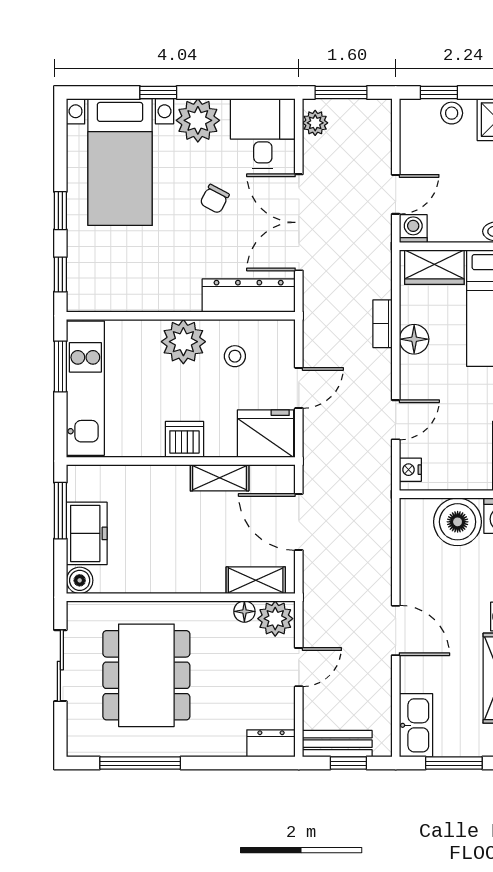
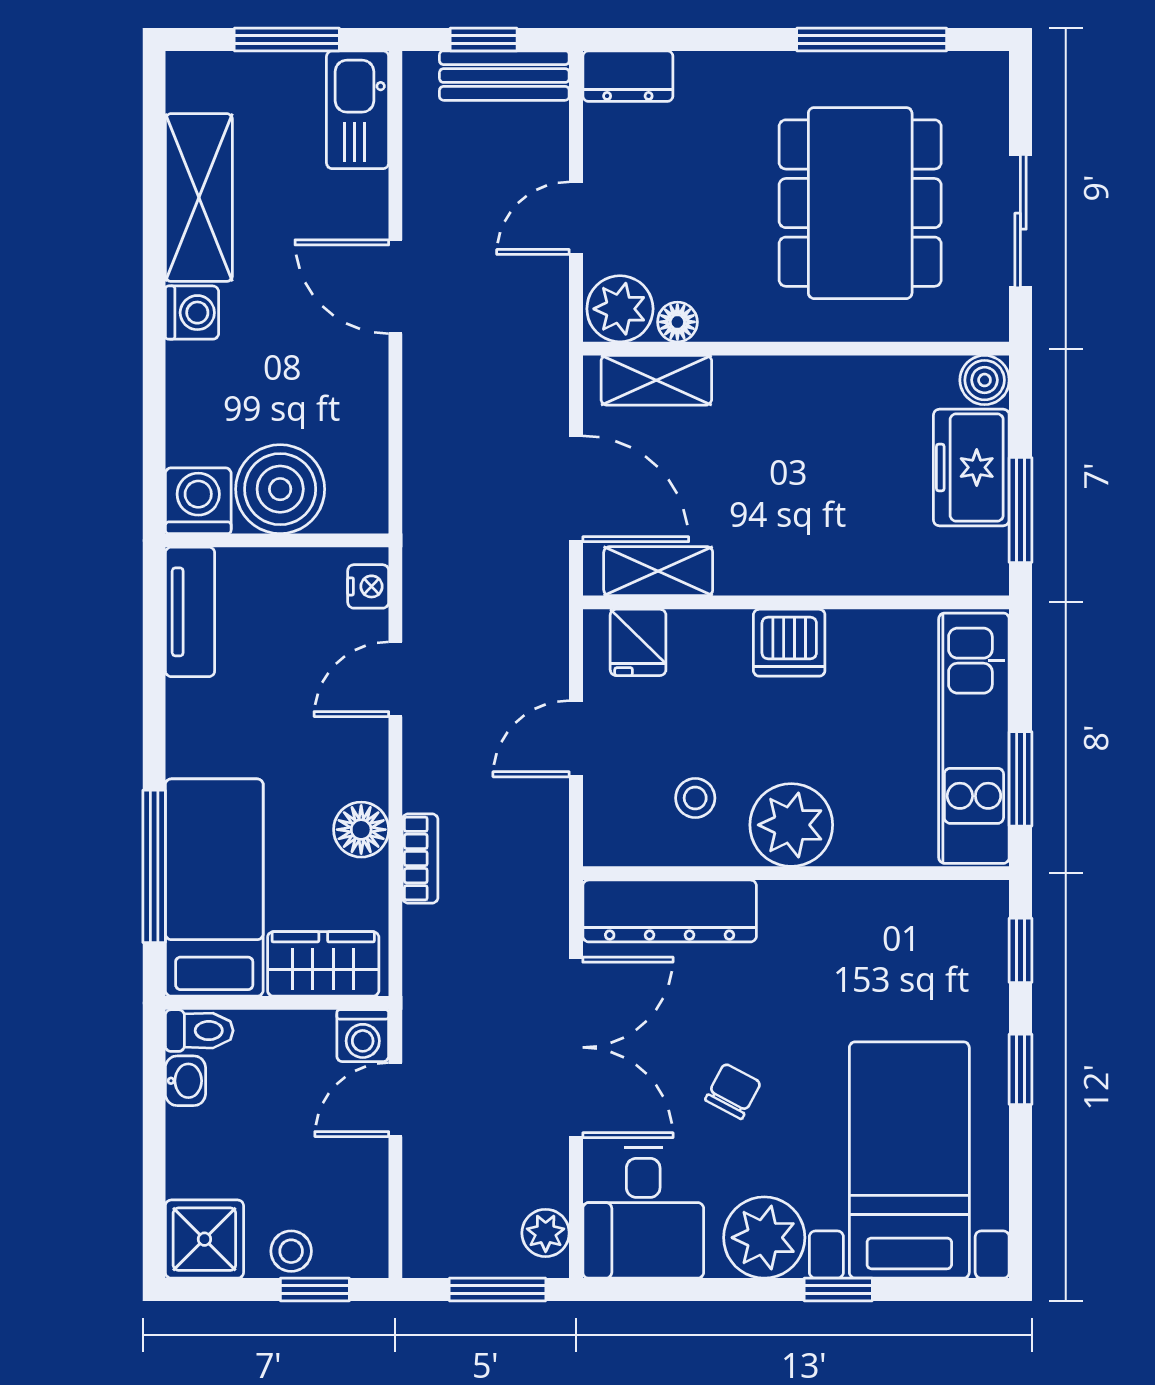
fridge: (266, 434) -> (638, 642), width x0.53, depth x0.75
shelving: (220, 478) -> (658, 571), moved

